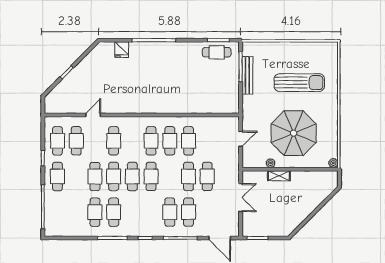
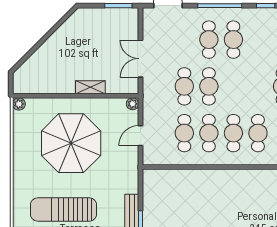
plant: (271, 163) -> (133, 104), moved
cafe table: (151, 176) -> (184, 133), moved

